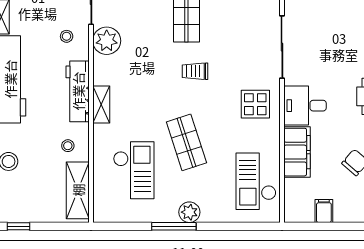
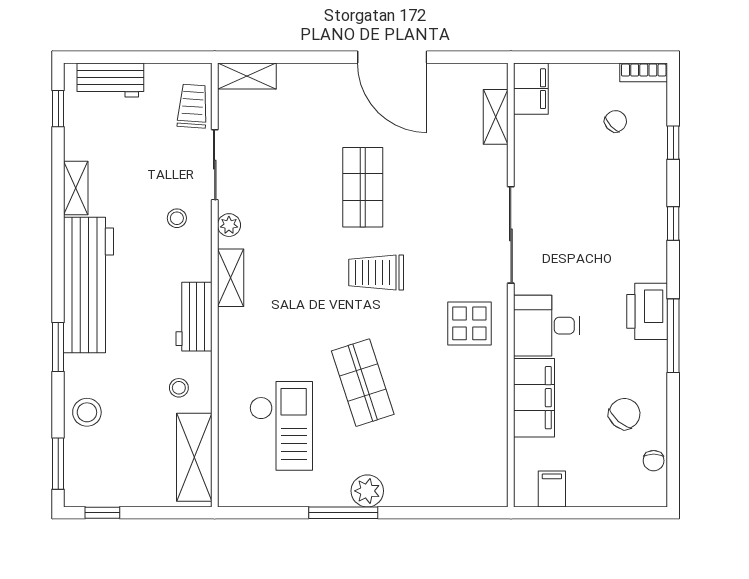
plant: (107, 41) -> (229, 225), width x0.53, depth x0.53
trolley: (195, 71) -> (376, 273), width x1.36, depth x1.39
workbench: (78, 91) -> (194, 317), width x0.73
shelving: (101, 105) -> (231, 278), moved
checkout: (256, 181) -> (470, 443), removed
filing cabinet: (324, 211) -> (552, 489), moved

